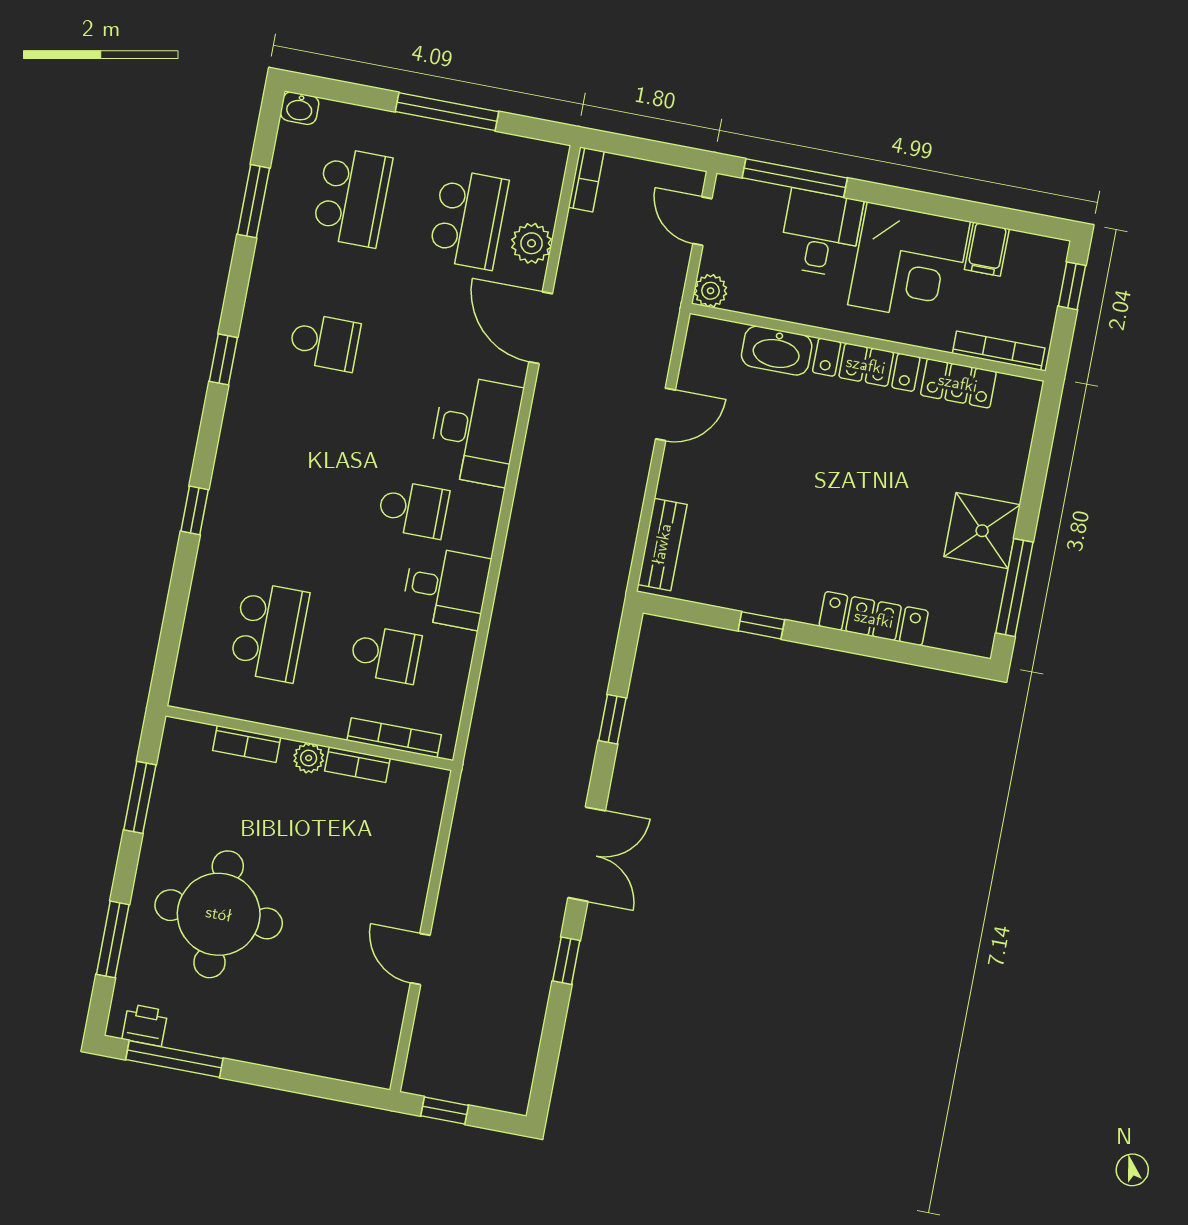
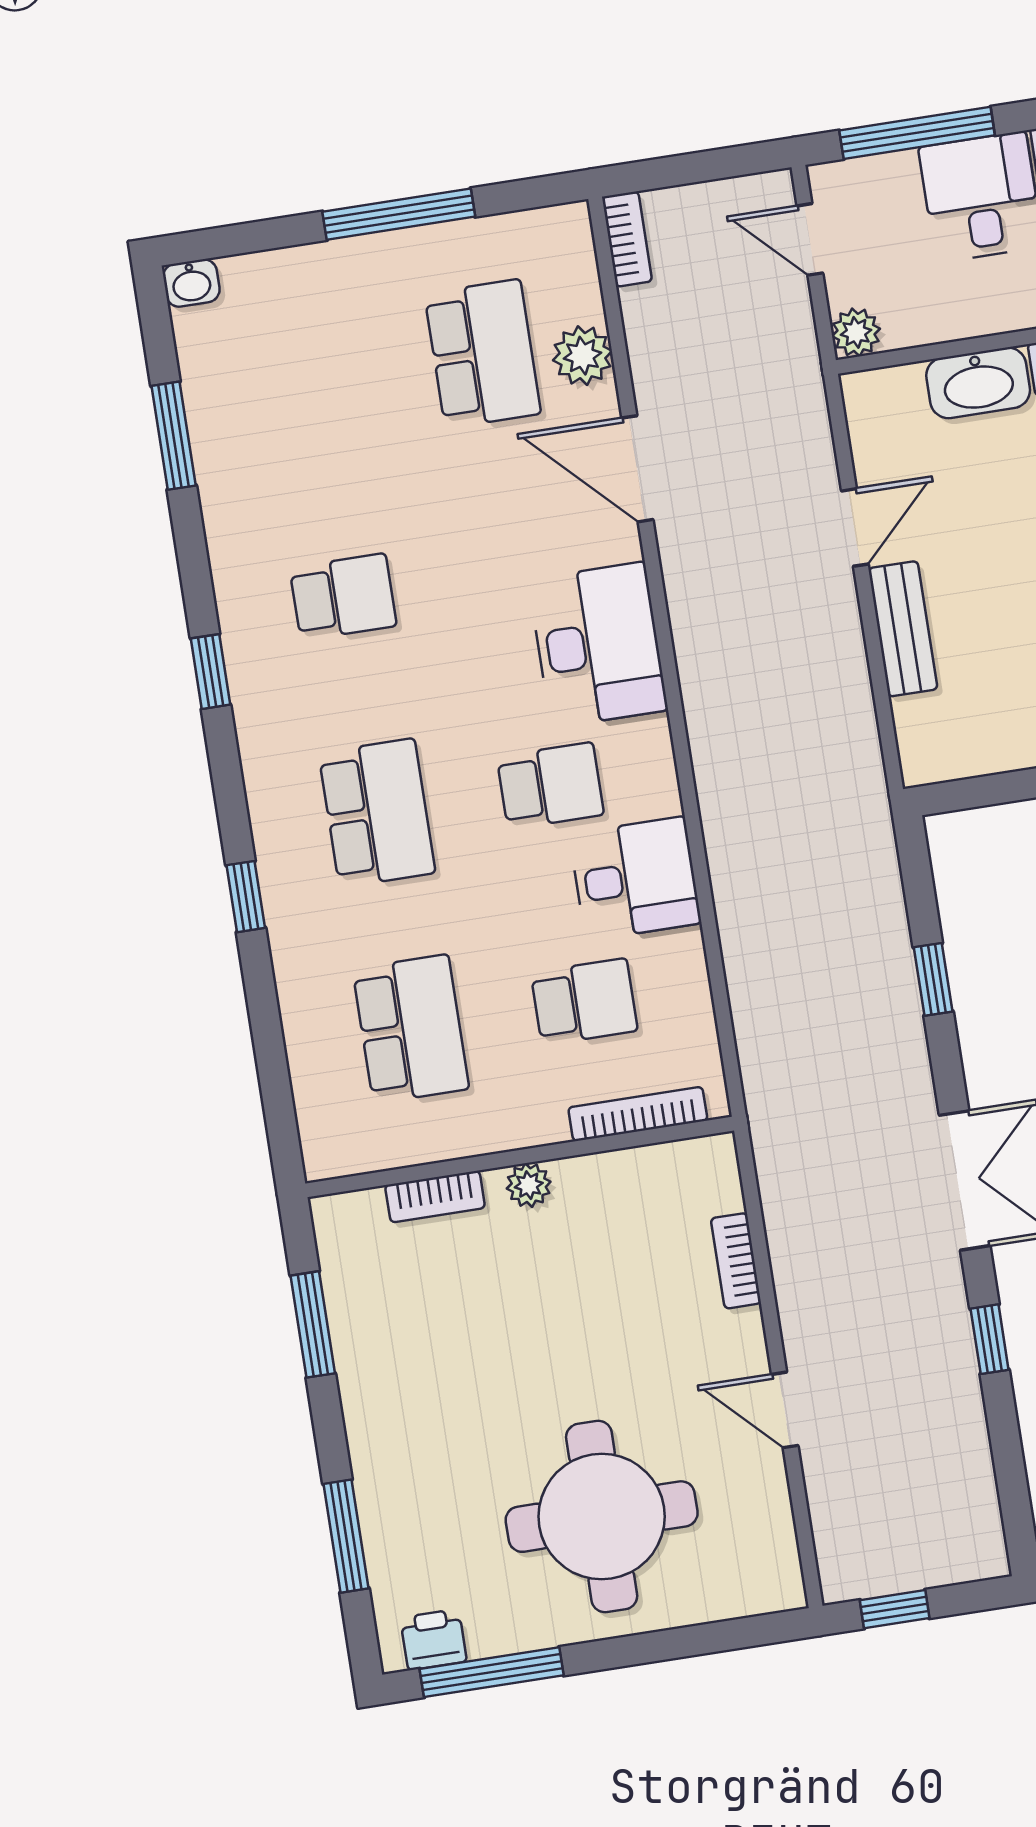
school desk: (352, 197) -> (377, 813), moved
bench: (662, 544) -> (903, 629), moved
bookcase: (357, 765) -> (736, 1261), moved, turned 90
round table: (219, 914) -> (602, 1517), moved

